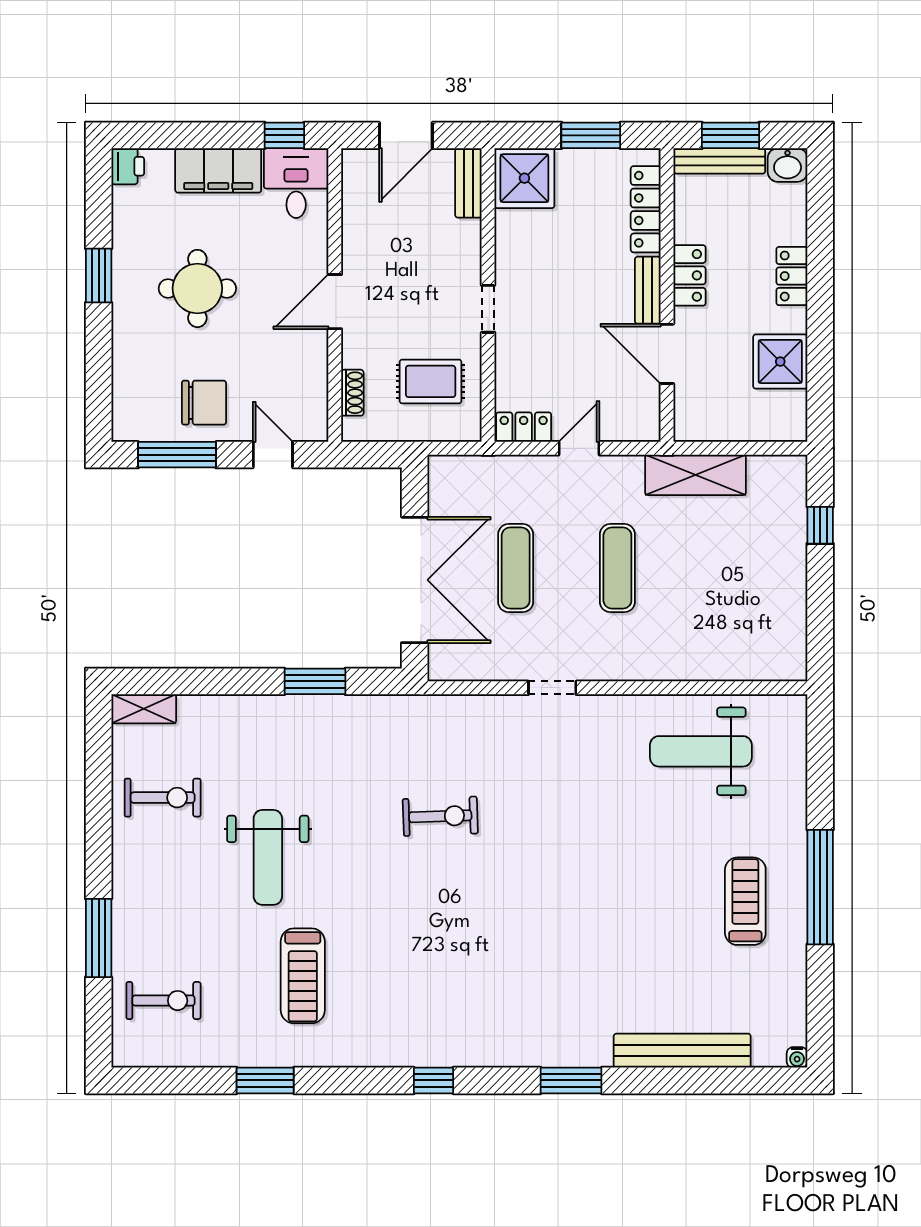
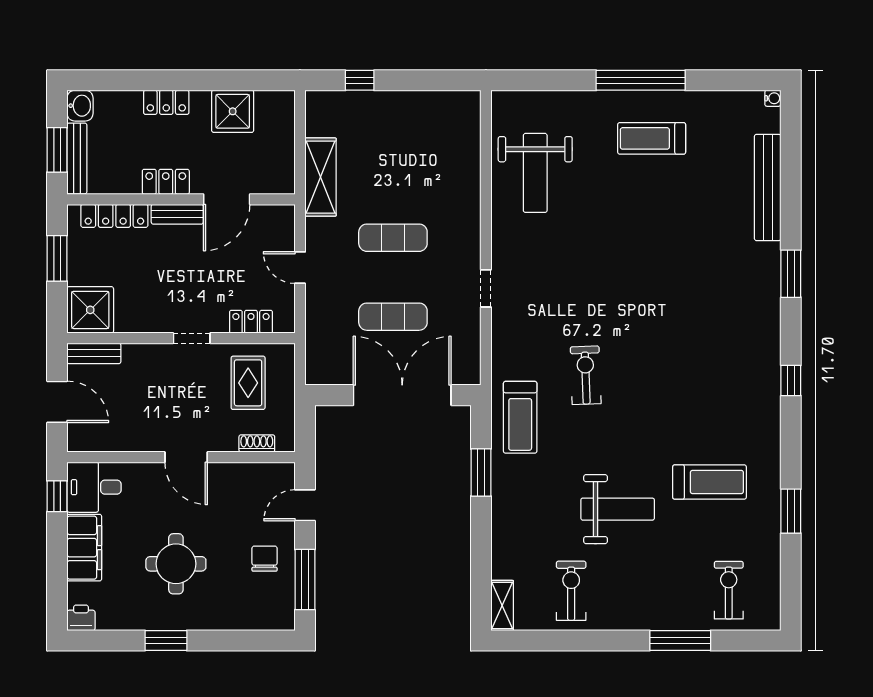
chair: (204, 403) -> (265, 559), width x0.73, depth x0.73
locker: (524, 427) -> (251, 322), moved, turned 90
treadmill: (386, 732) -> (520, 417), added

